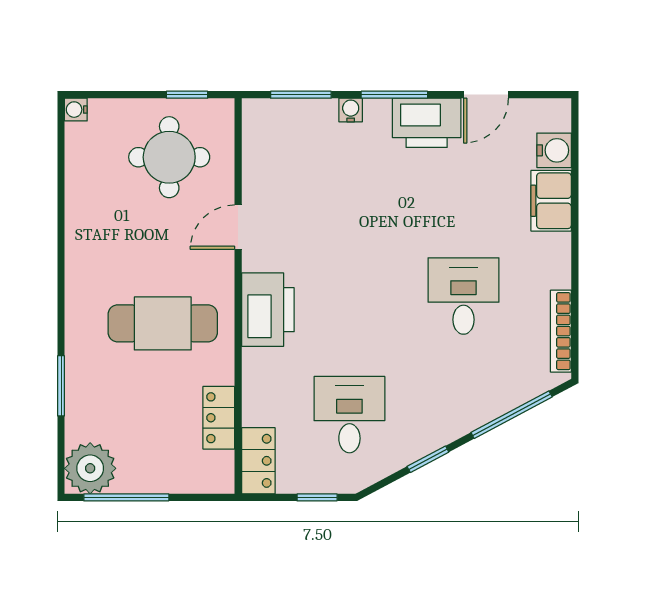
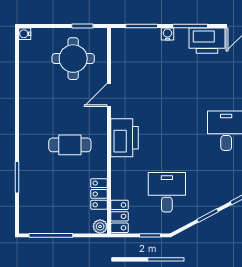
cafe table: (163, 323) -> (70, 145), width x0.73, depth x0.74
plant: (90, 468) -> (100, 226), moved, width x0.53, depth x0.53

